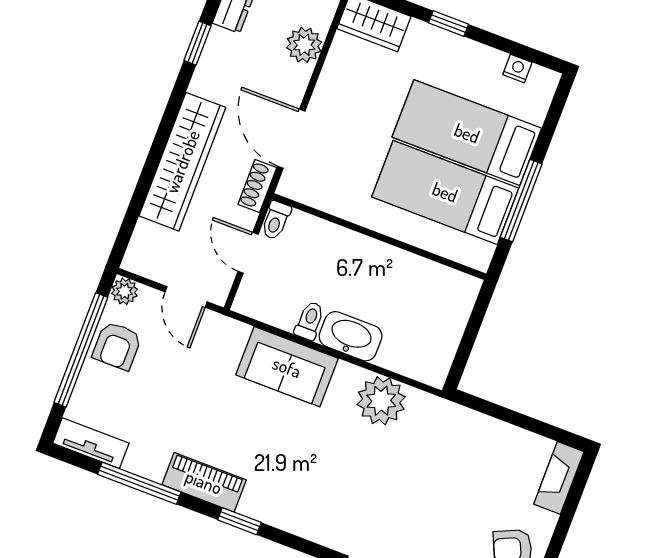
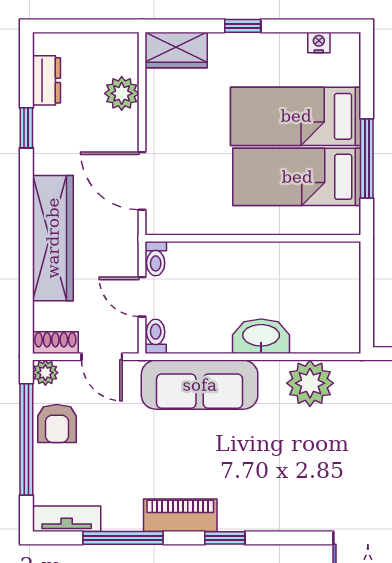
shoe rack: (257, 186) -> (55, 343), moved, turned 90
toilet: (310, 321) -> (156, 336), moved
sofa: (287, 367) -> (200, 385), width x1.36

